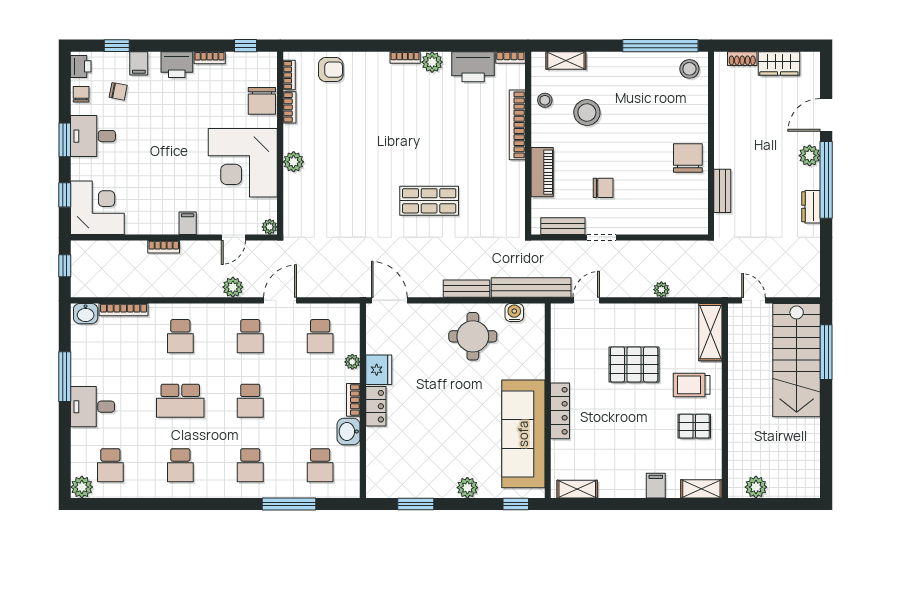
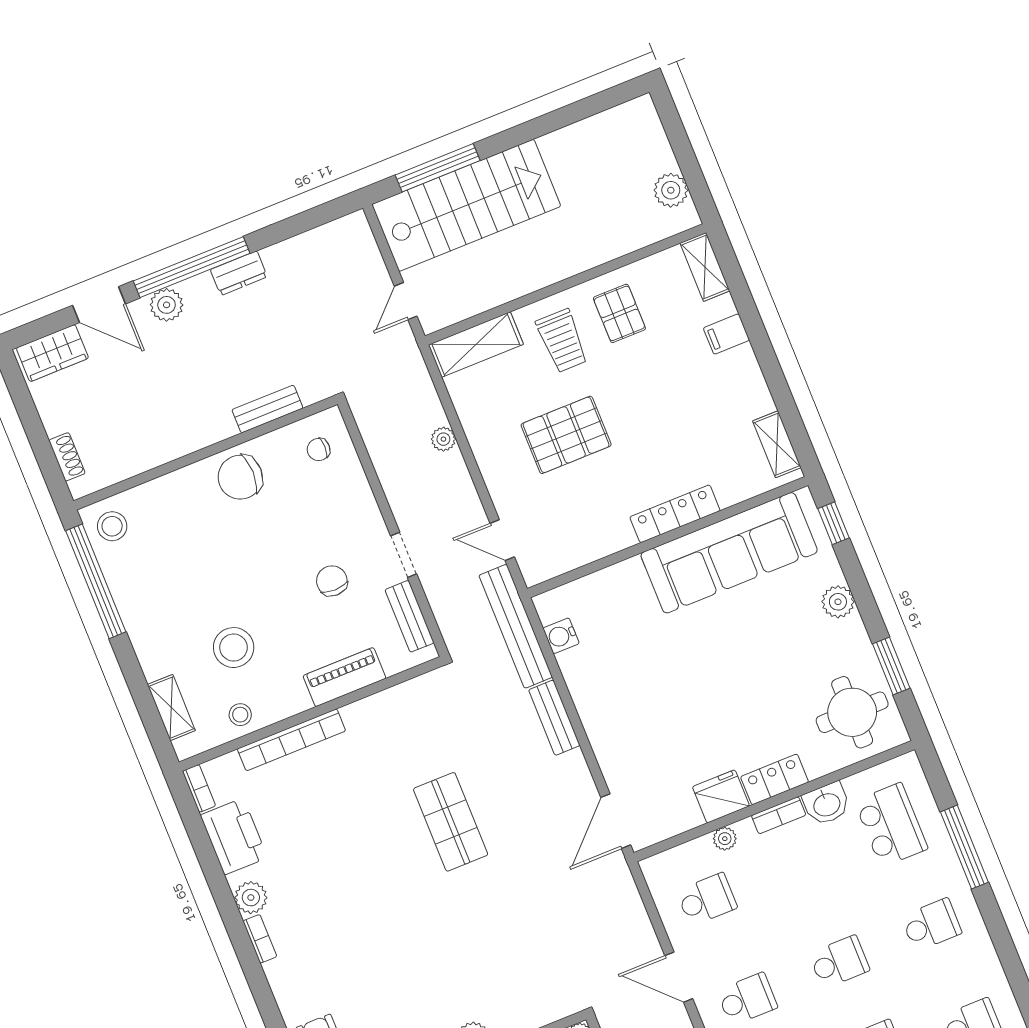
wardrobe: (779, 64) -> (52, 353), moved, turned 90
chair: (685, 212) -> (319, 449), added
round table: (473, 336) -> (852, 712), moved
pallet: (634, 364) -> (566, 435), turned 90
school desk: (320, 465) -> (891, 825), width x1.85

